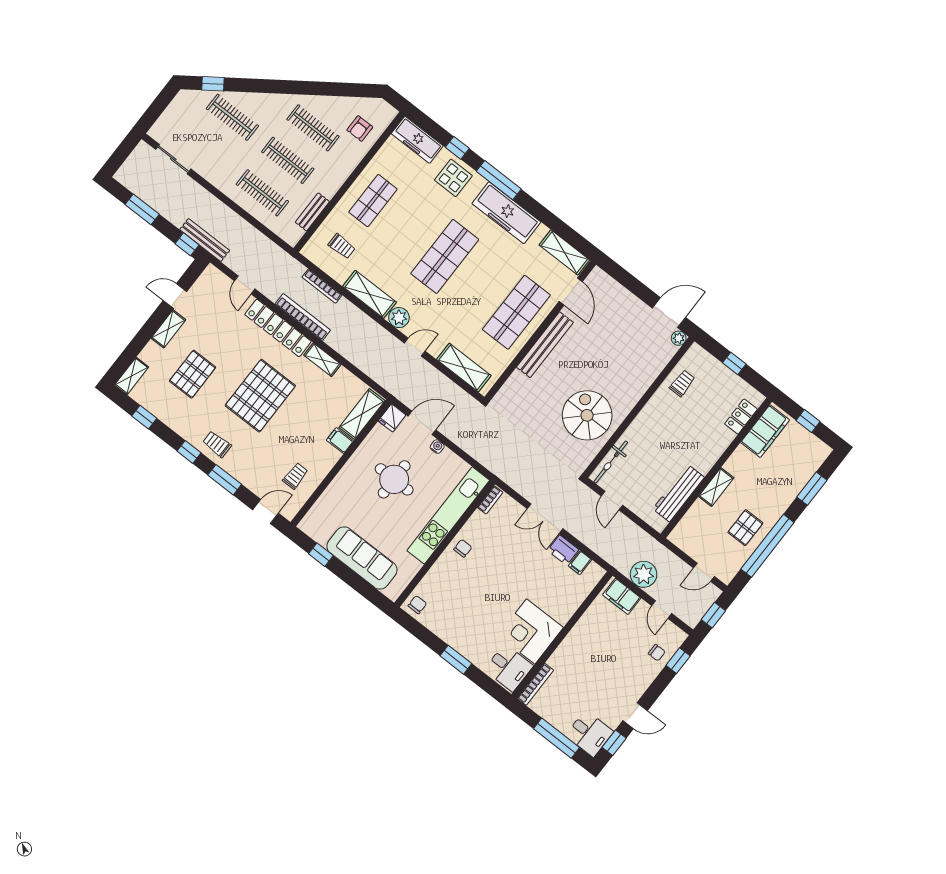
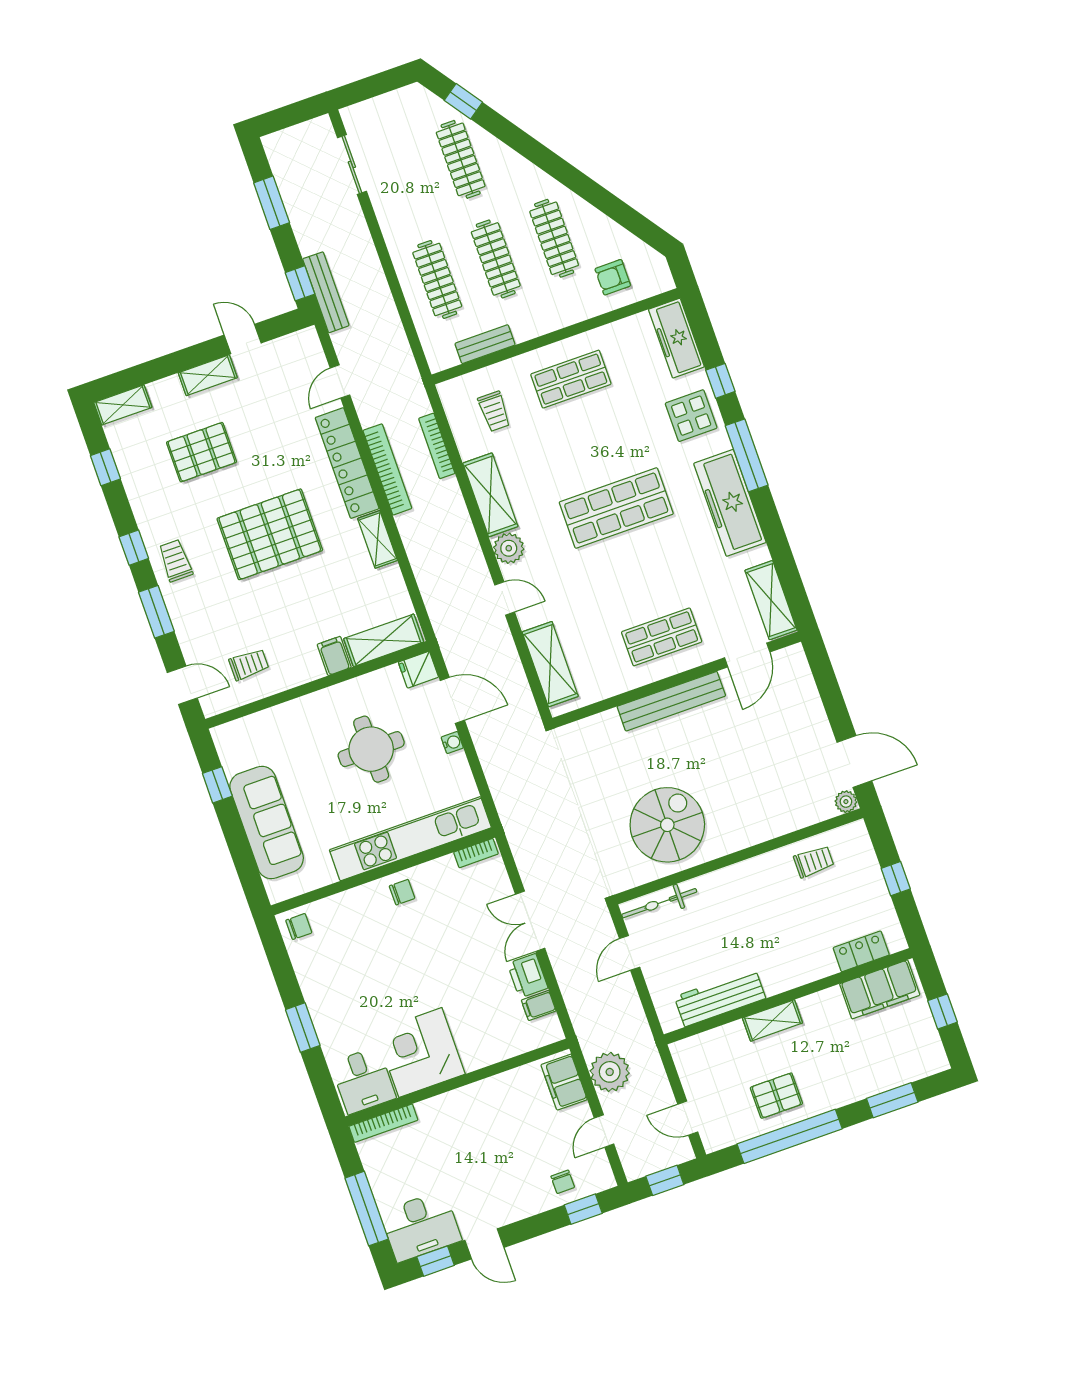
shop shelf: (516, 312) -> (662, 637), width x0.70, depth x0.74
desk: (589, 734) -> (421, 1226), width x1.37

